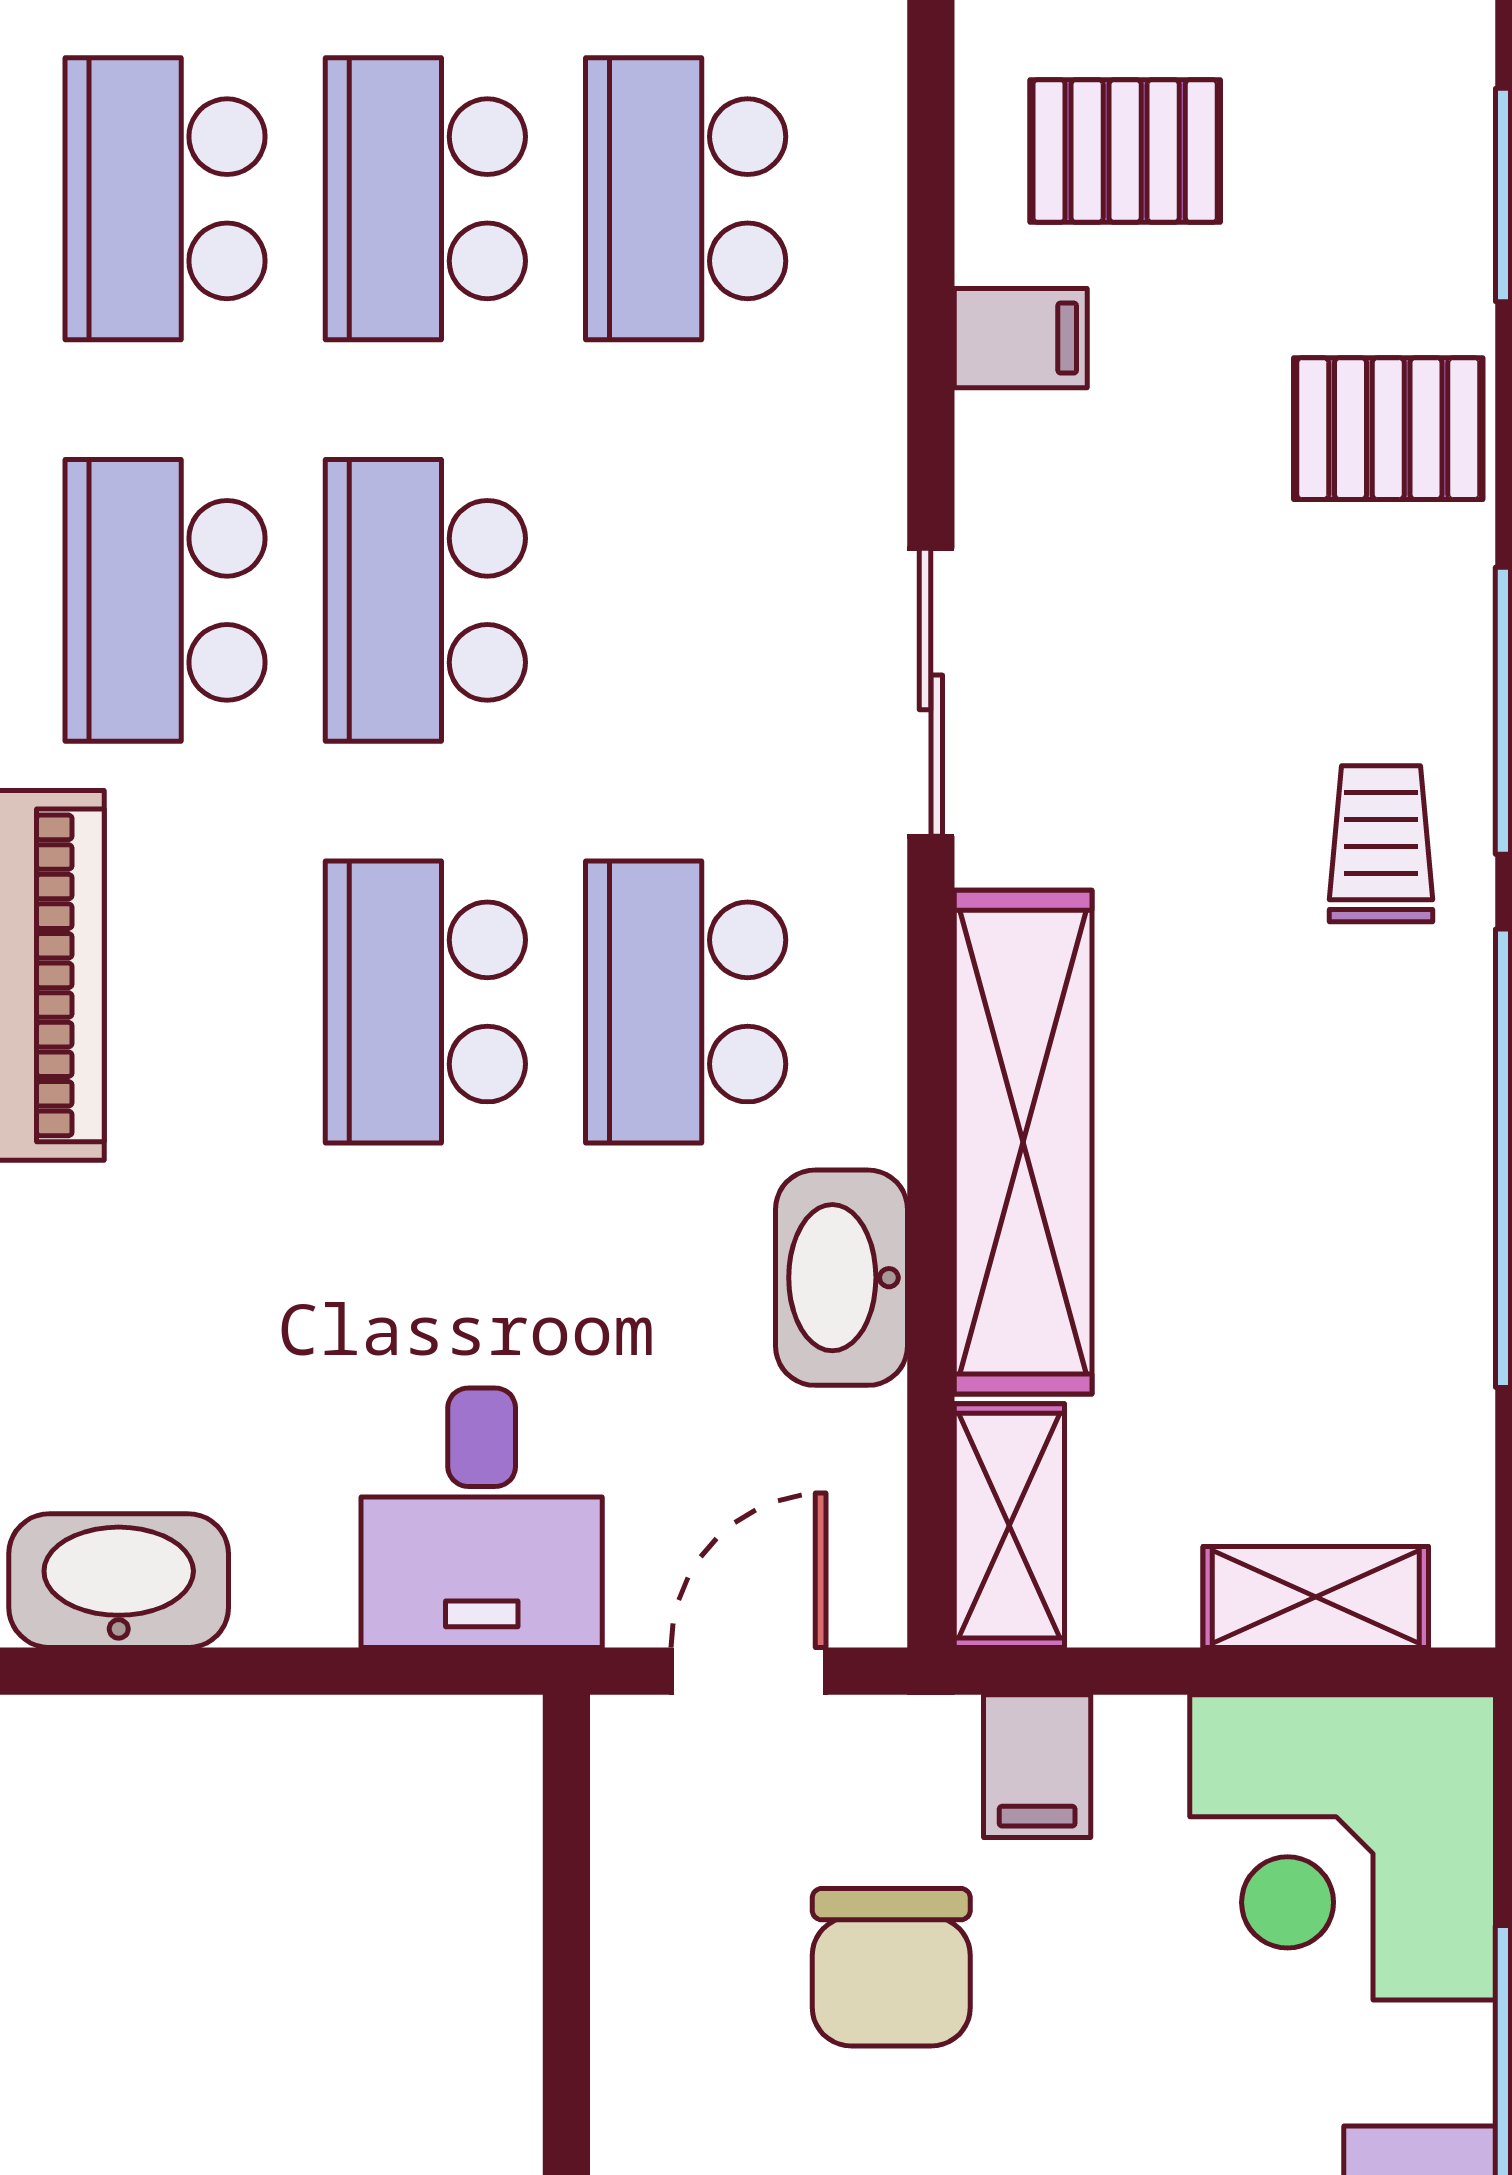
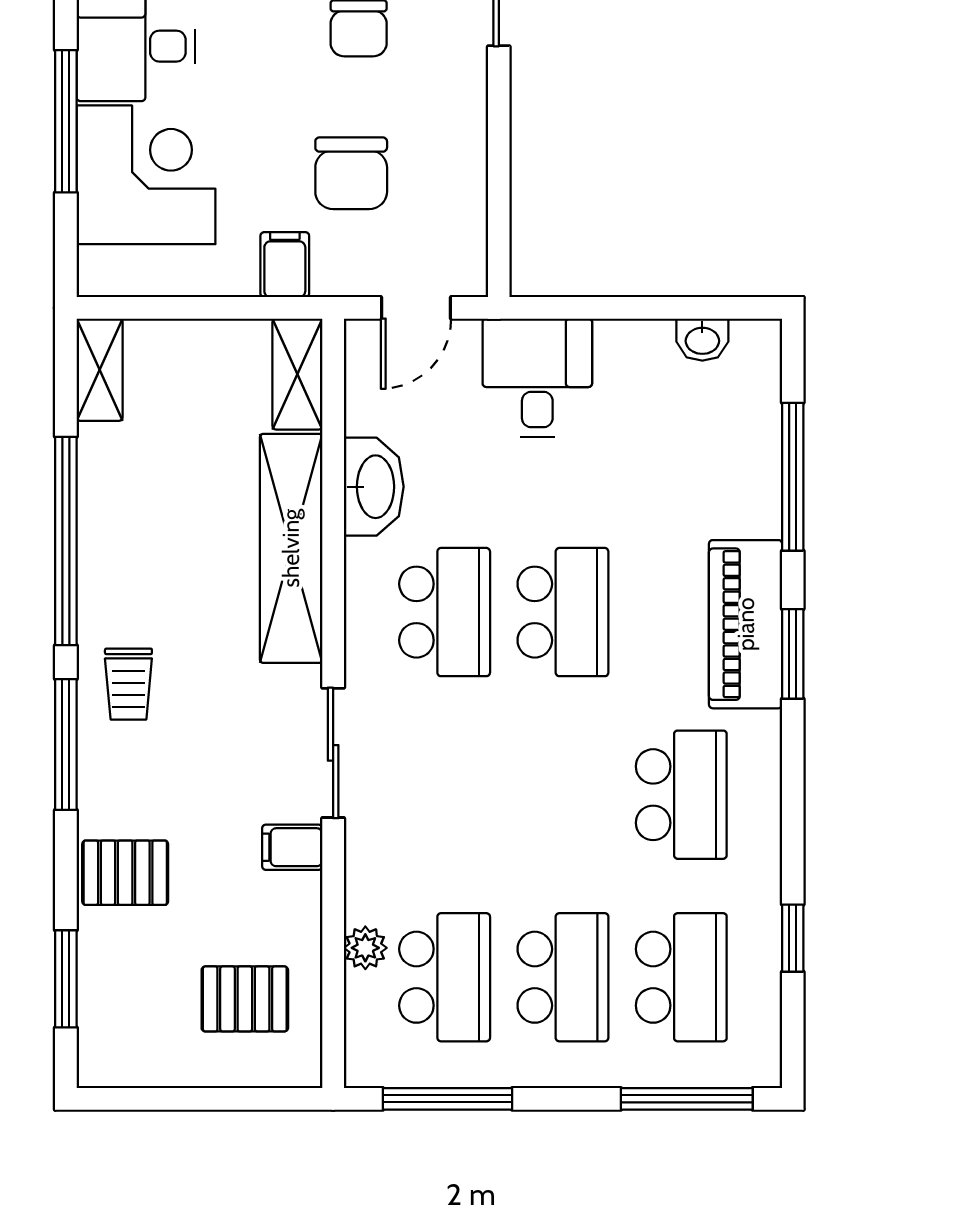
plant: (860, 264) -> (365, 948), added
filing cabinet: (1021, 338) -> (292, 847), moved
school desk: (425, 600) -> (563, 795), removed
washbasin: (119, 1581) -> (702, 340), width x0.52, depth x0.69
shelving: (1316, 1597) -> (100, 370), moved, turned 90
corner desk: (1343, 1847) -> (146, 175), moved
chair: (891, 1967) -> (351, 173), turned 180

